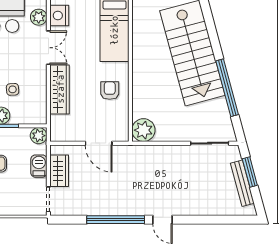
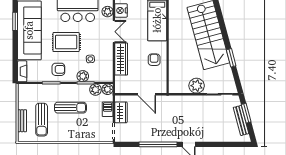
window: (227, 88) -> (231, 58), width x0.47
plant: (143, 130) -> (197, 86), moved
plant: (20, 136) -> (96, 90), added

